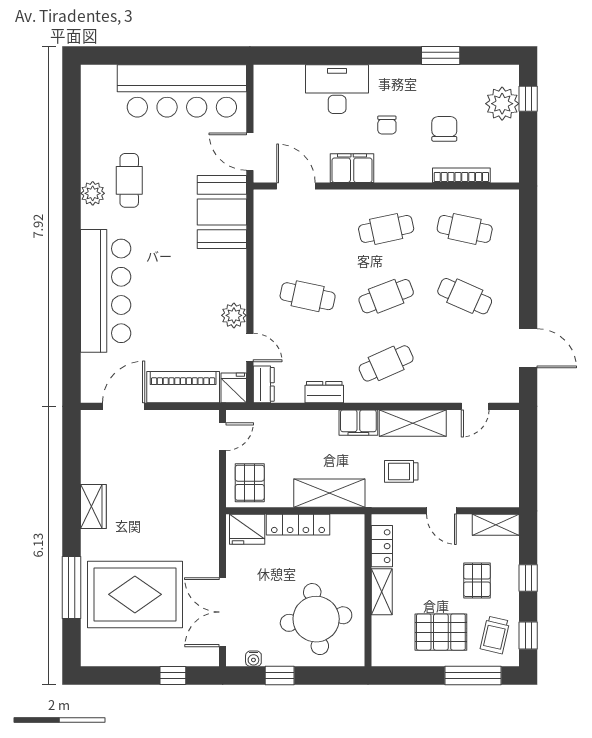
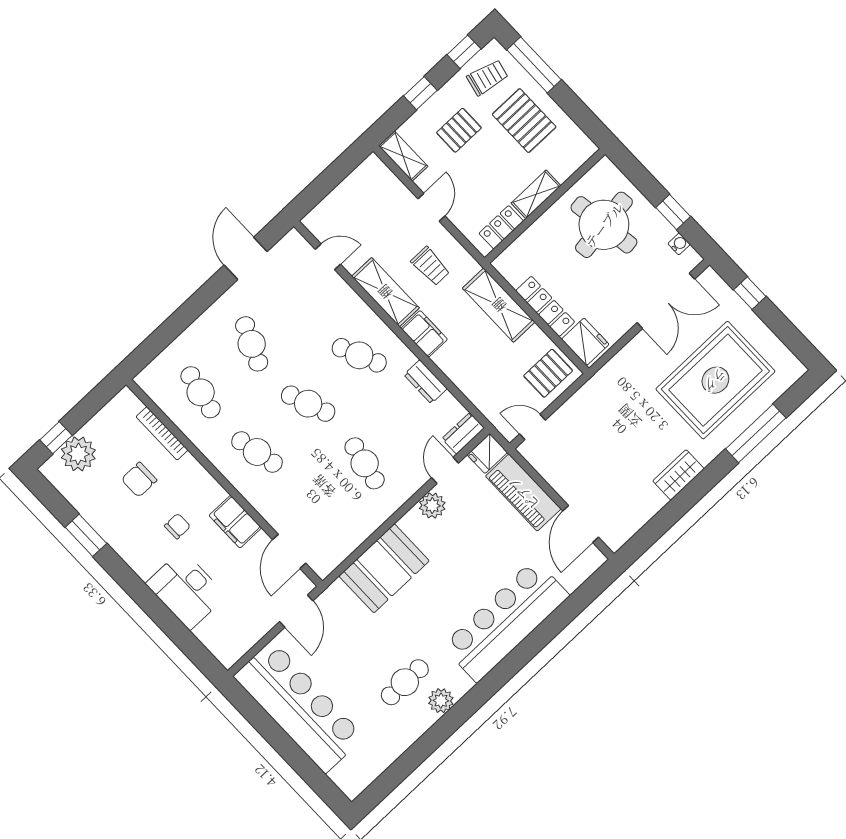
booth: (222, 212) -> (384, 568), moved
door: (124, 406) -> (581, 524), hinge flipped
rug: (135, 594) -> (715, 380), turned 90

